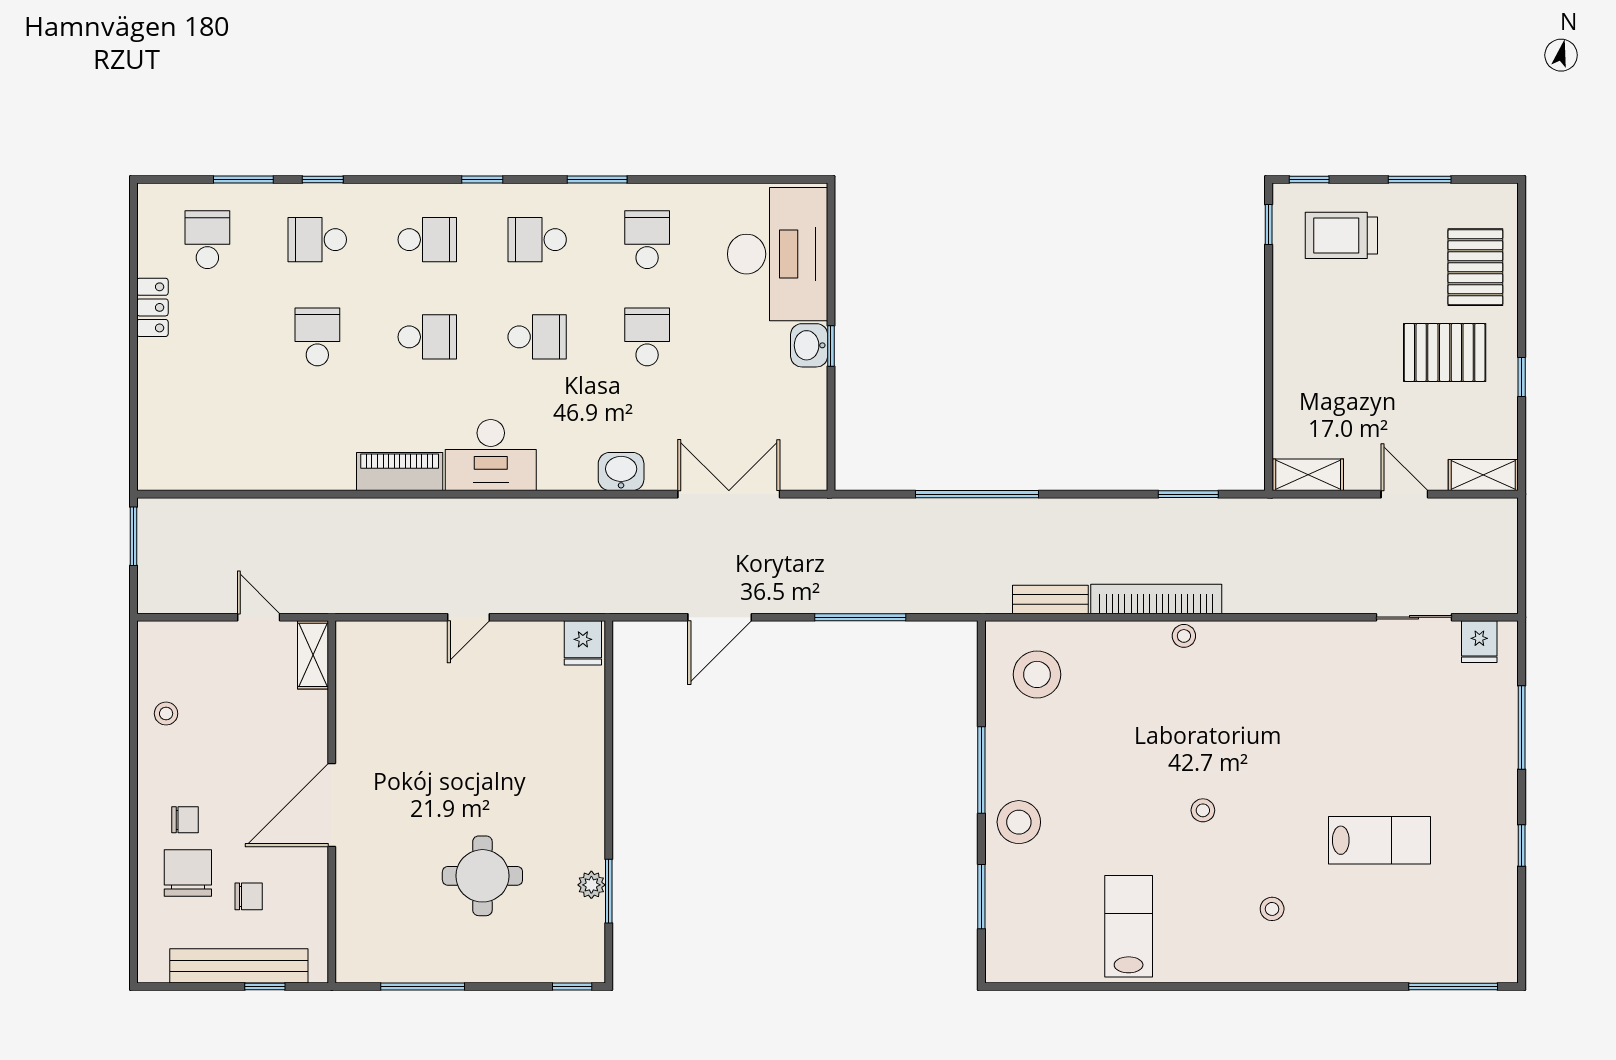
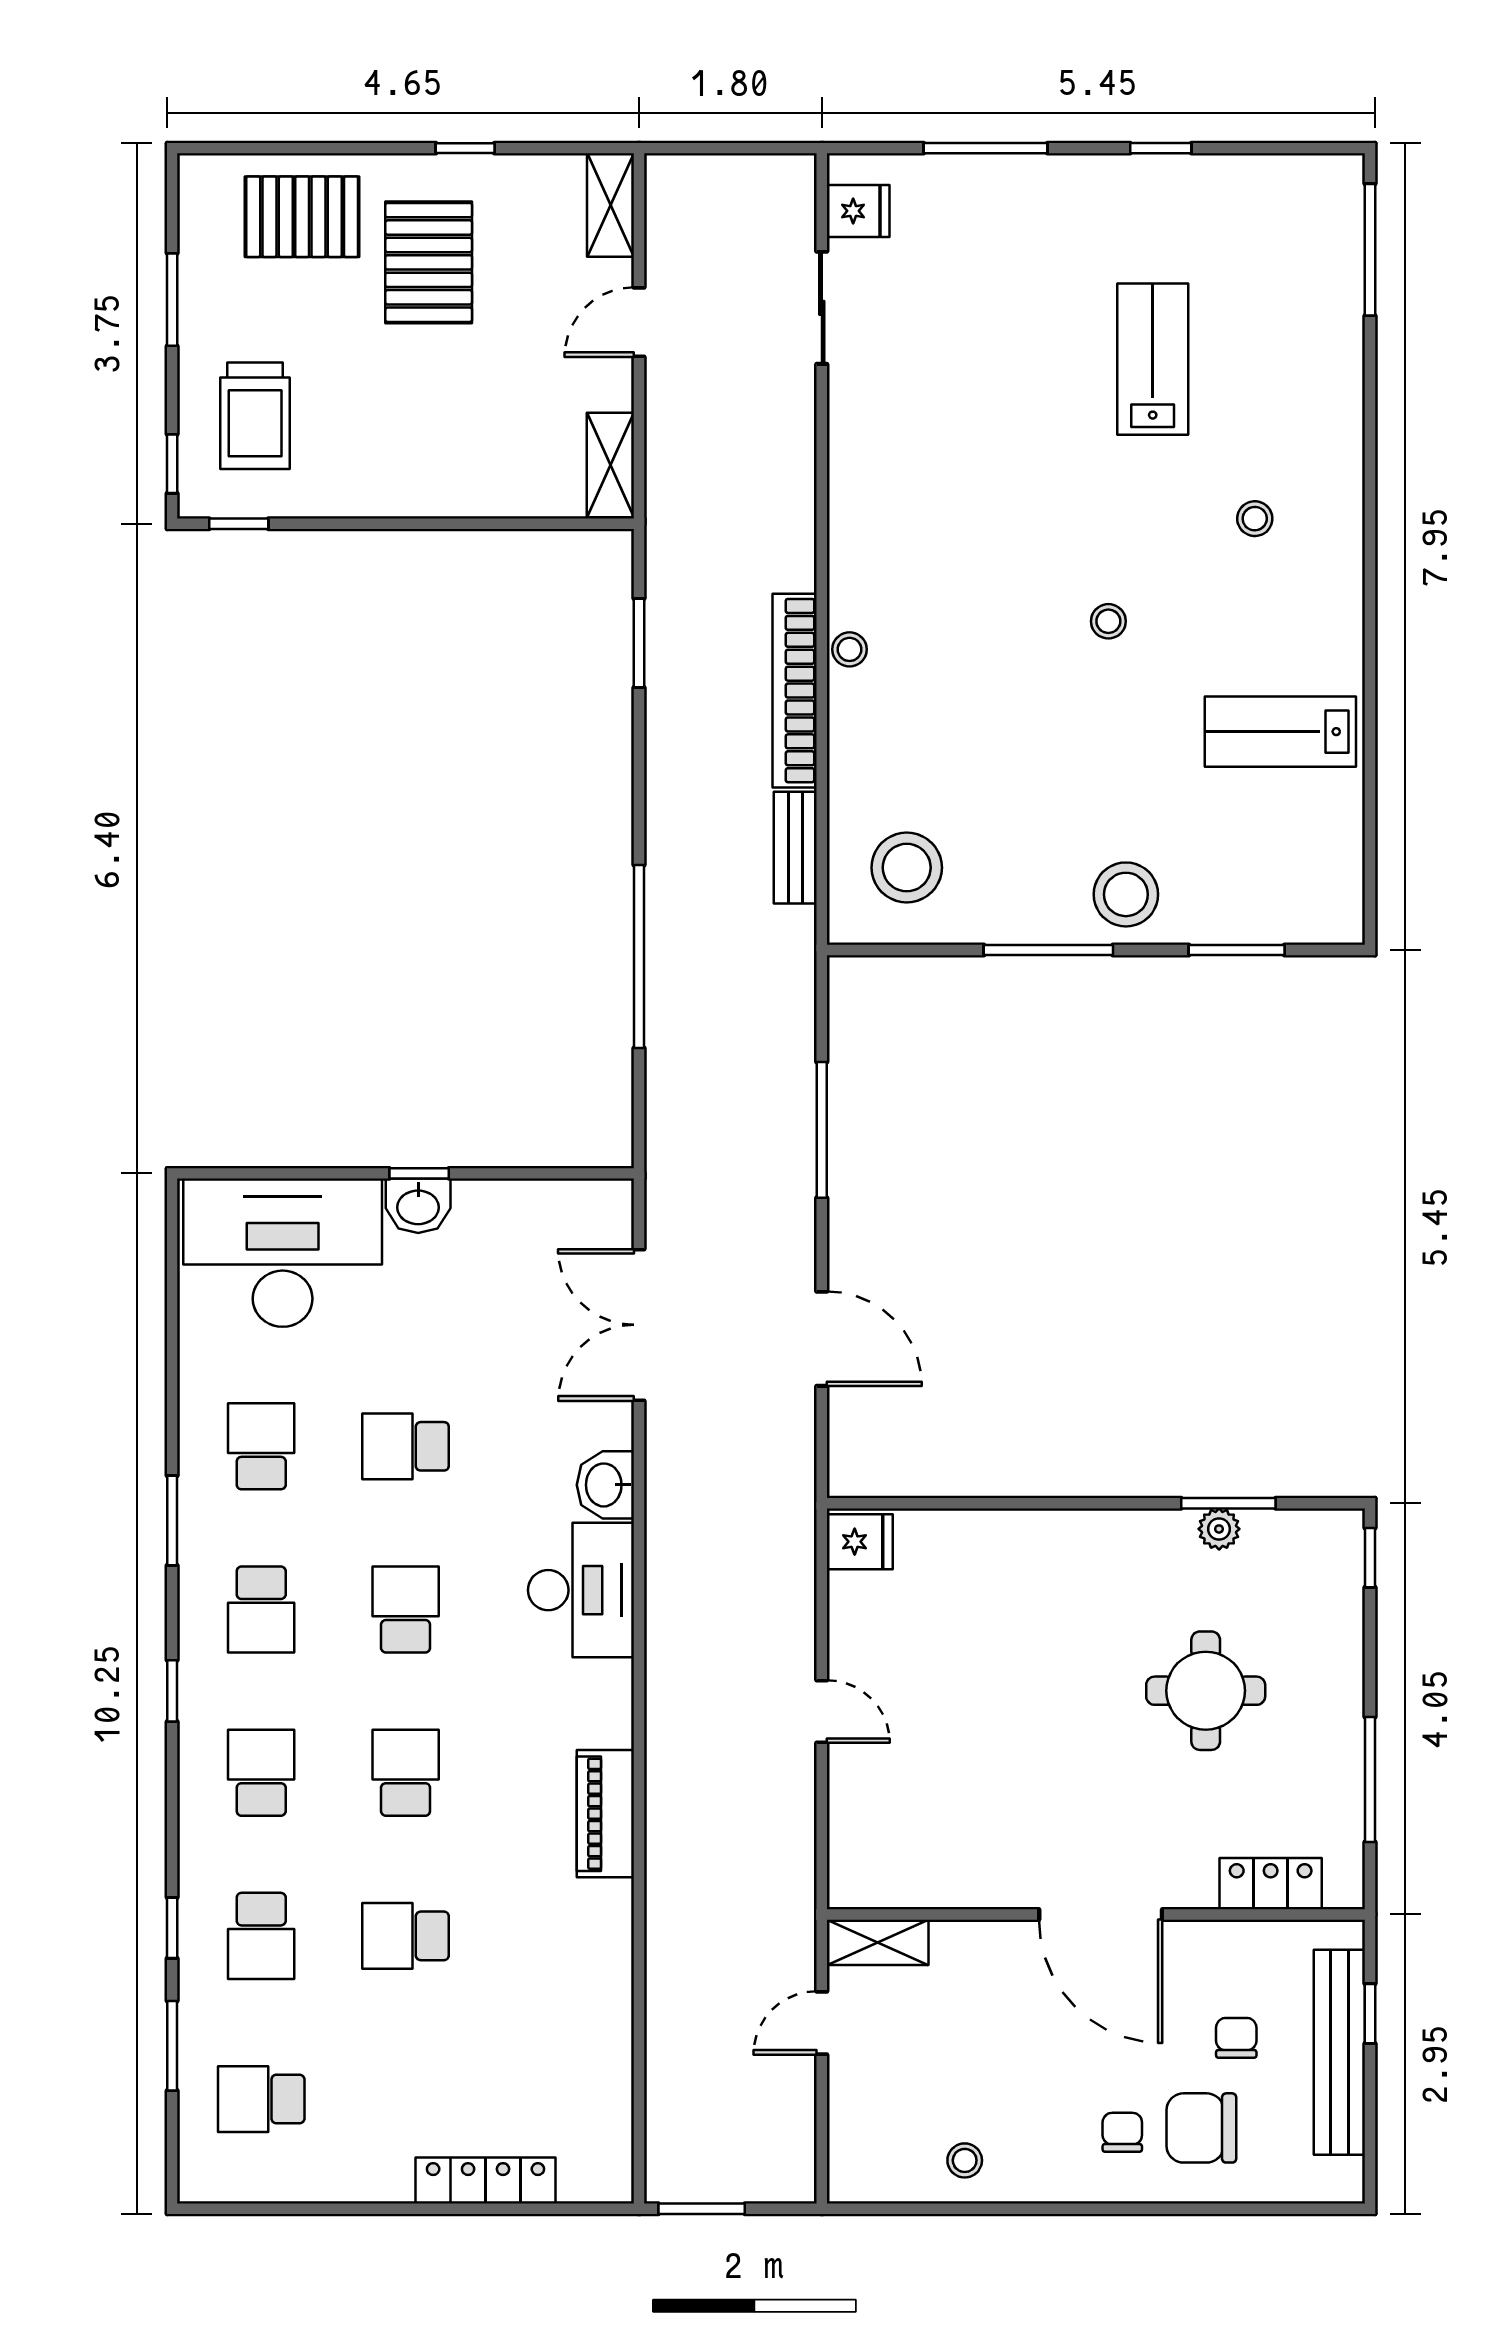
school desk: (647, 240) -> (261, 1446), turned 90
locker: (152, 307) -> (486, 2181), moved, width x1.53
desk: (491, 455) -> (581, 1590), moved
locker: (352, 920) -> (1271, 1884), added

